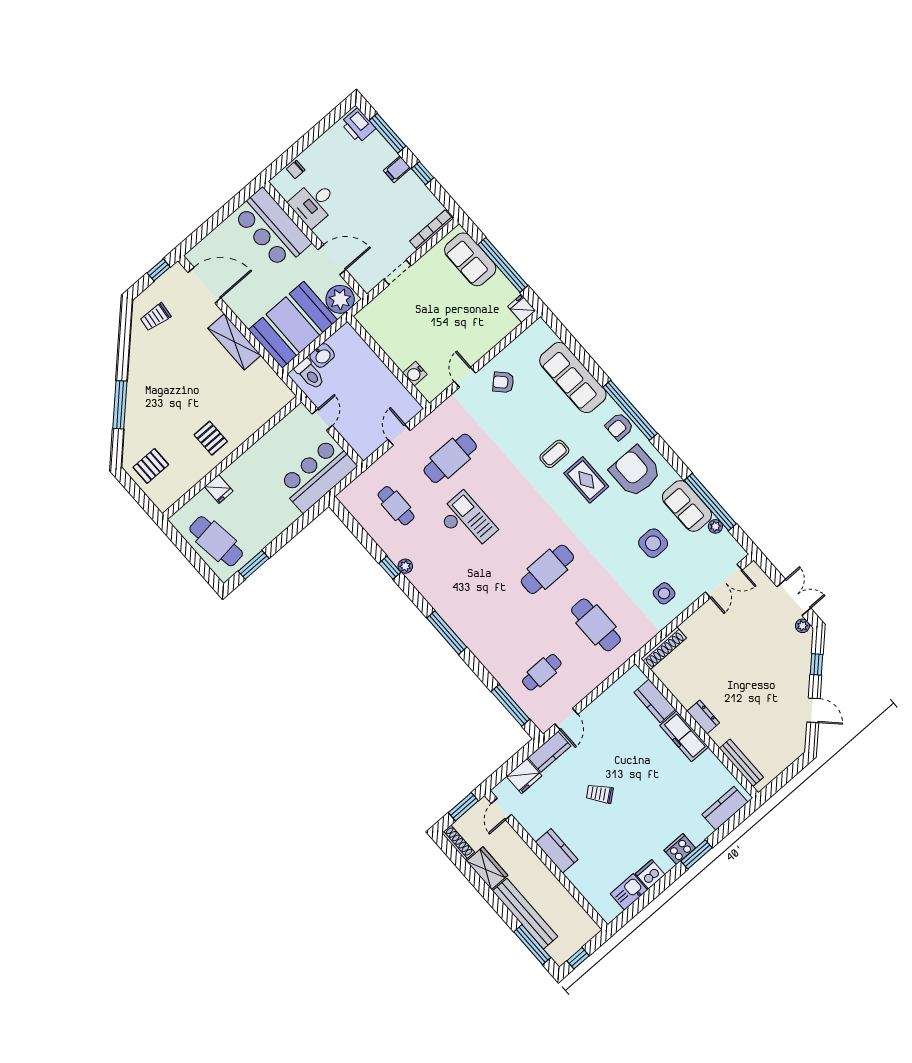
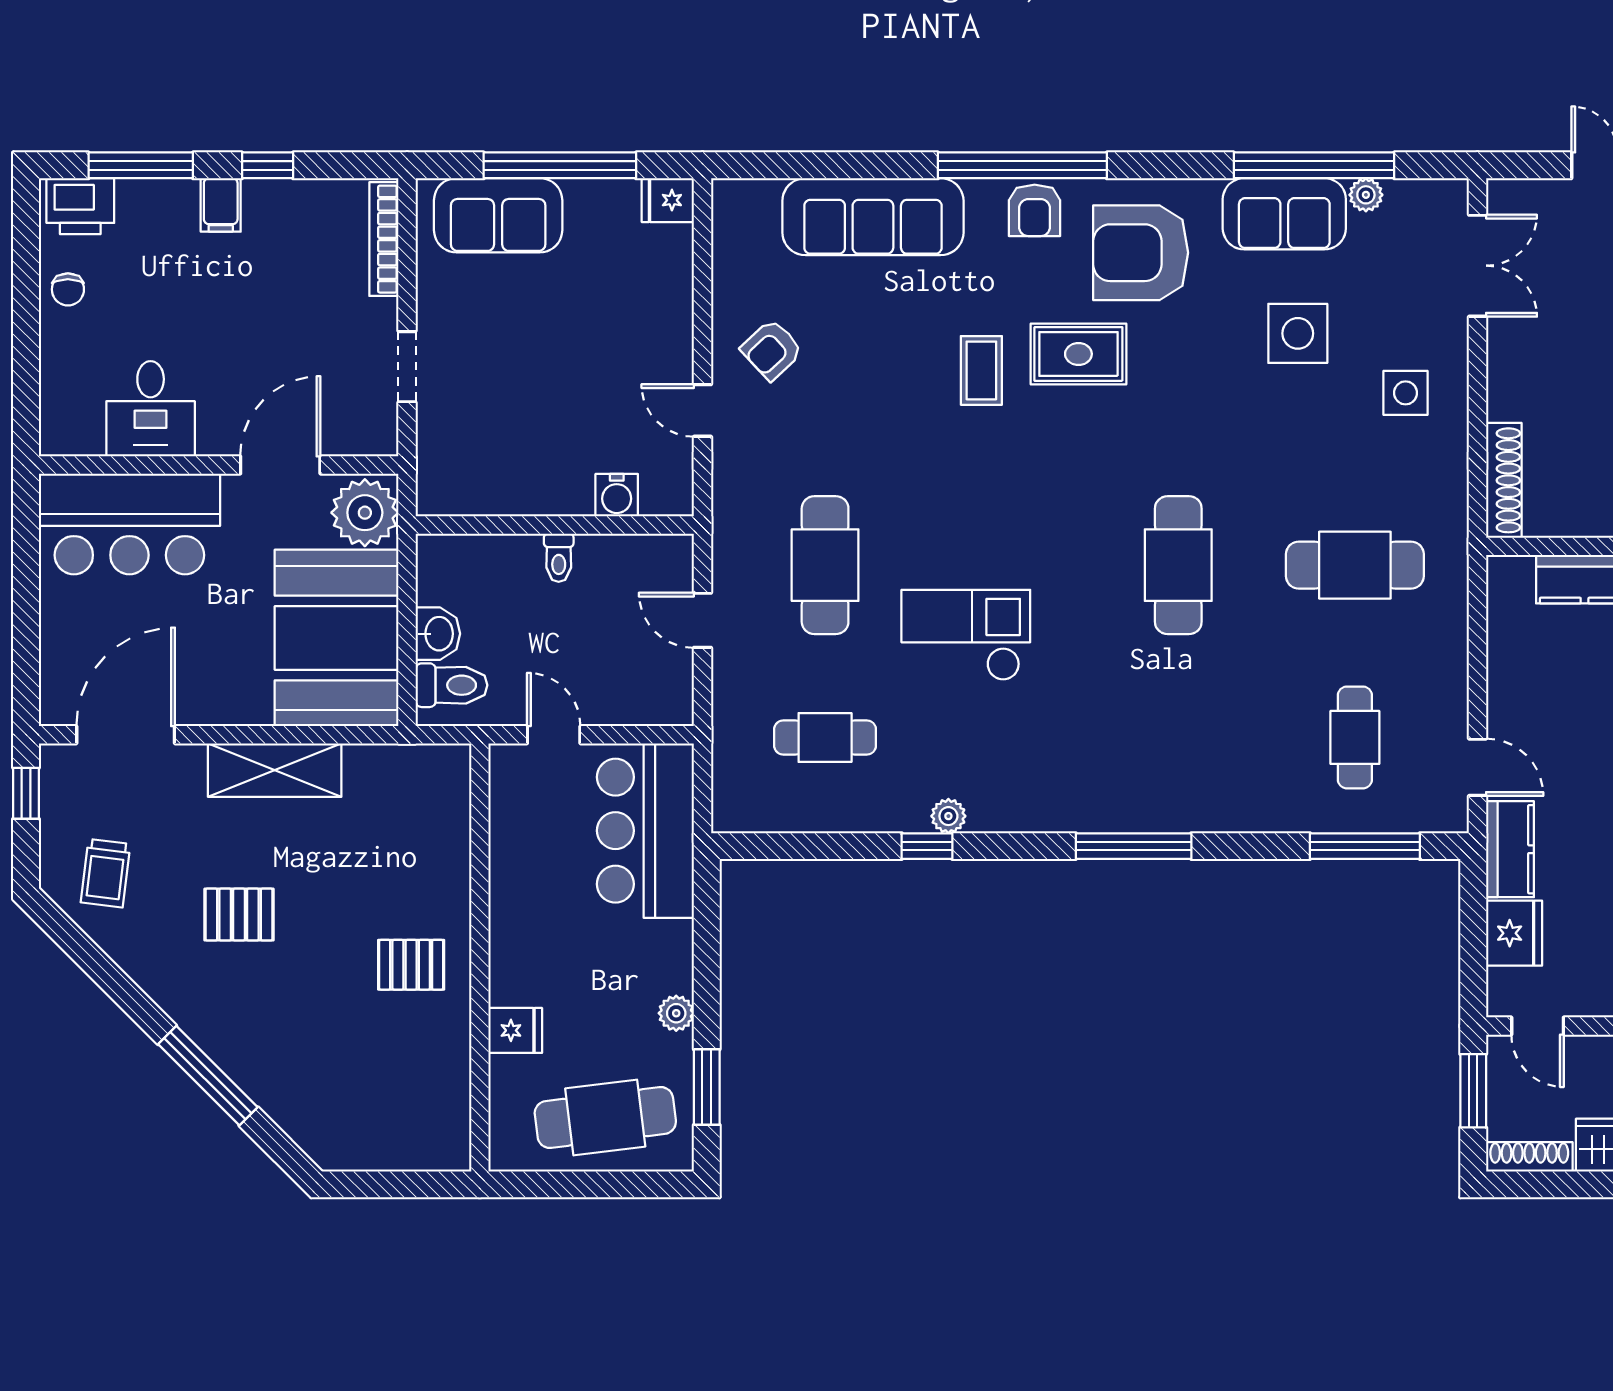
chair: (296, 169) -> (68, 289), moved
toilet: (379, 373) -> (559, 558), added
pallet: (151, 466) -> (239, 915), moved, turned 90
plant: (268, 535) -> (676, 1013), added

